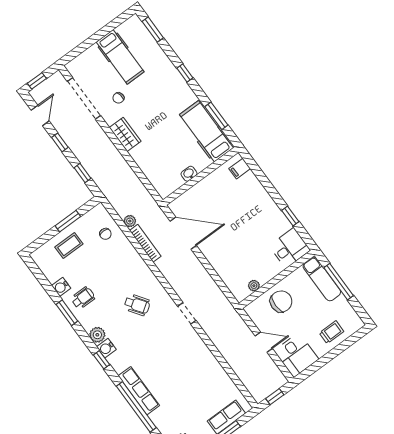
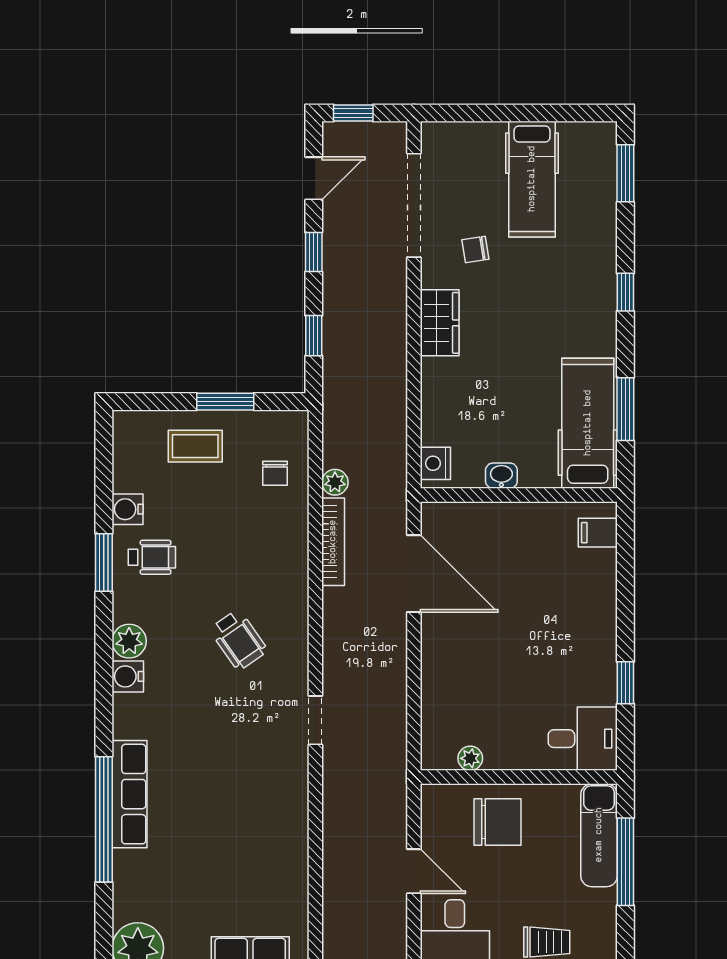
nightstand: (161, 187) -> (435, 463), added
window: (102, 360) -> (104, 691), removed

